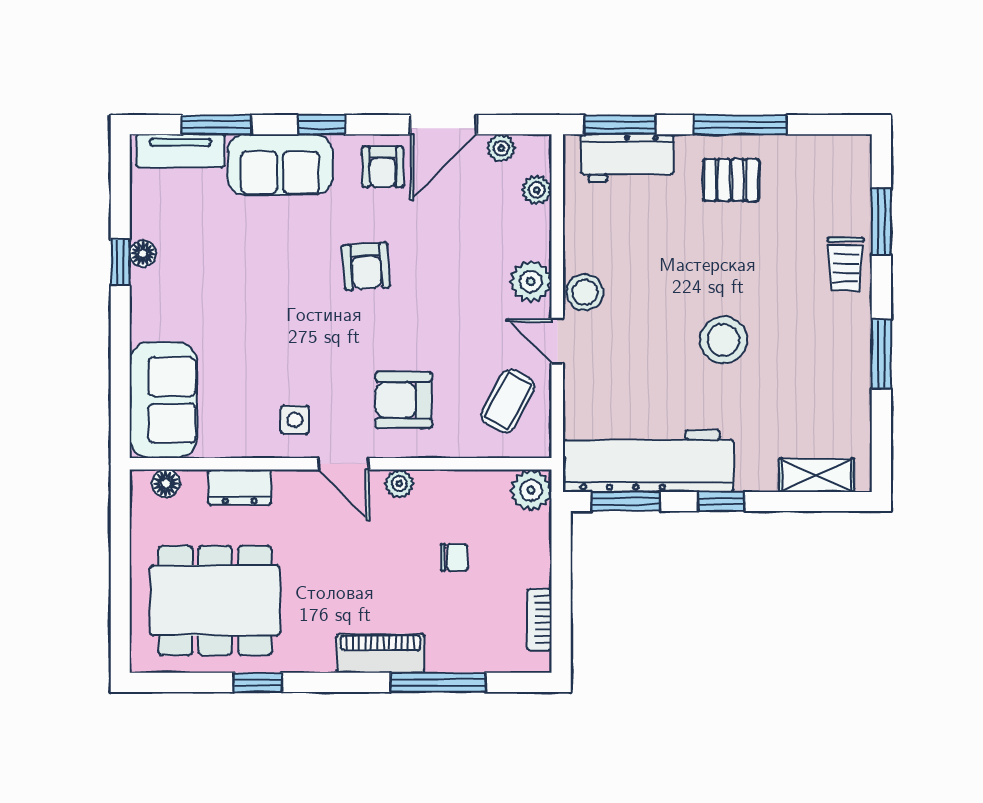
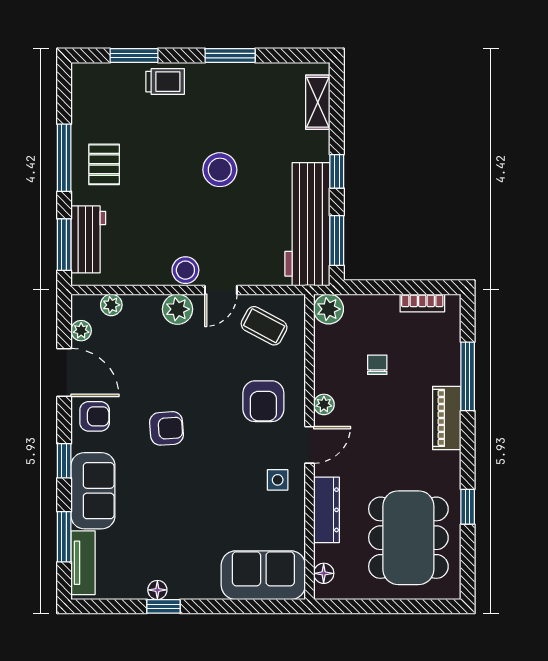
dresser: (240, 487) -> (326, 510), width x1.44

